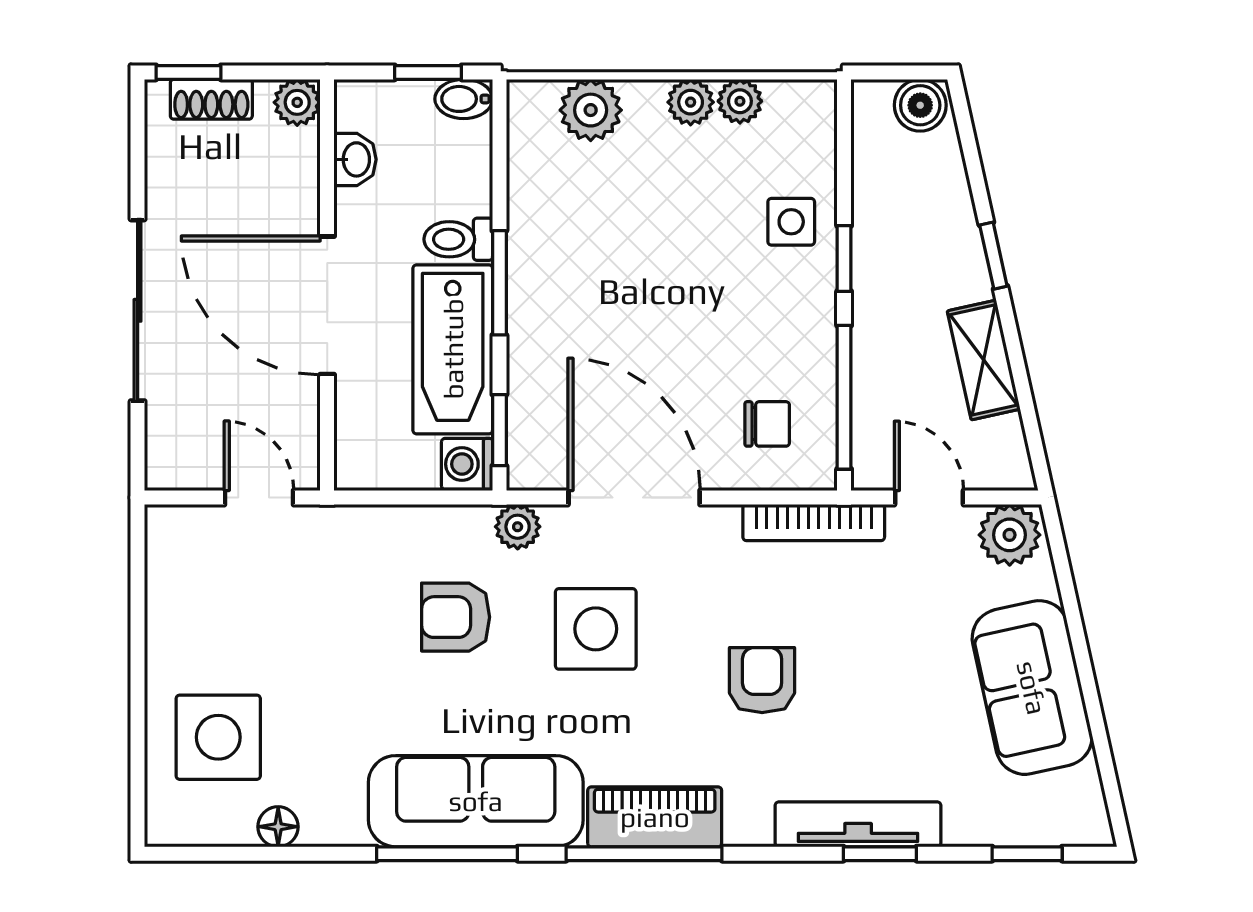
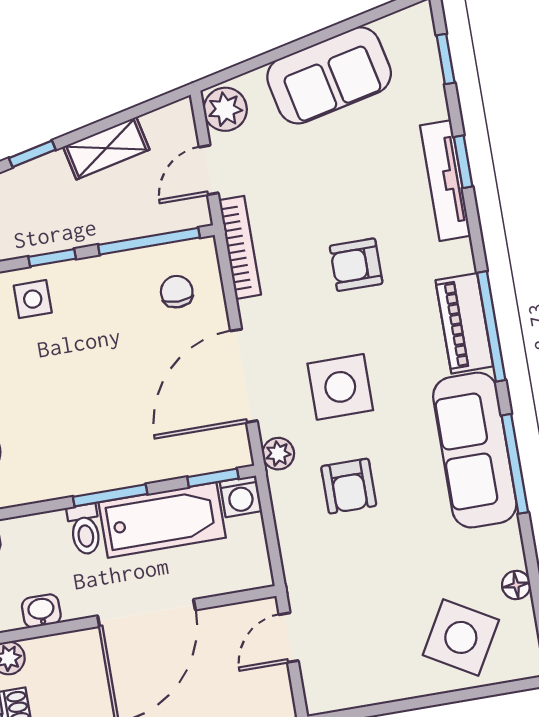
side table: (218, 737) -> (461, 637), turned 30

